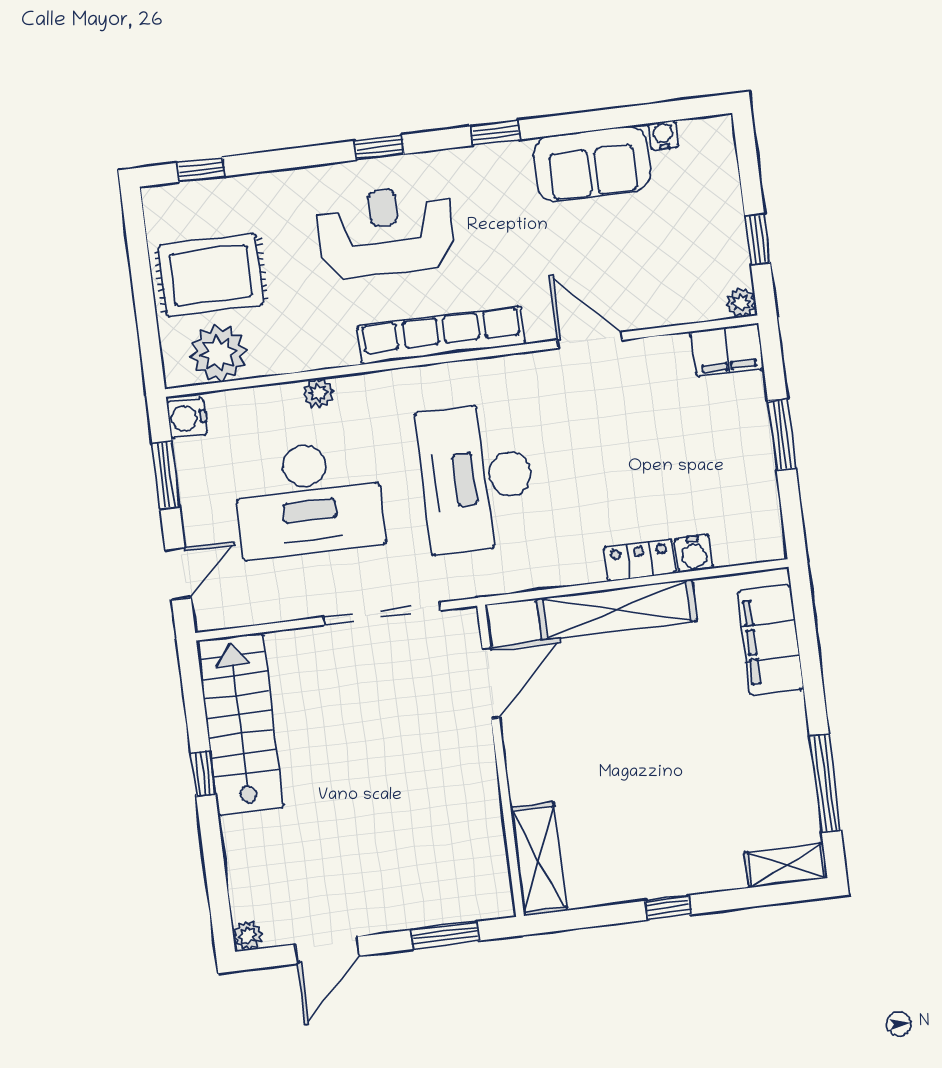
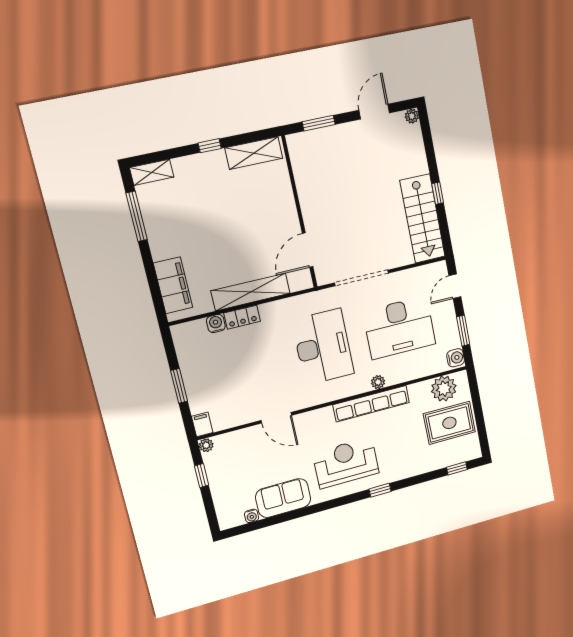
window: (495, 133) -> (329, 505), removed
reception desk: (386, 232) -> (346, 463), moved, turned 180
row of seats: (441, 335) -> (371, 404), moved
filing cabinet: (727, 350) -> (202, 424), width x0.50
plant: (318, 393) -> (378, 382), moved
desk: (308, 499) -> (399, 328), turned 180
shelving: (539, 859) -> (254, 153), moved, turned 90

